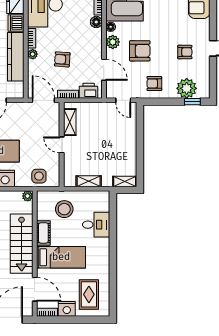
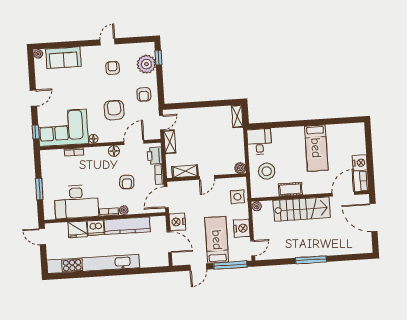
floor lamp: (96, 22) -> (114, 151), moved
plant: (113, 42) -> (108, 136), removed
nightstand: (16, 110) -> (177, 222), added
boiler: (69, 181) -> (240, 168), added
shelving: (89, 181) -> (170, 142), moved
desk: (96, 225) -> (259, 142), moved
bed: (61, 257) -> (316, 148), moved, turned 180
rug: (89, 294) -> (345, 143), removed

